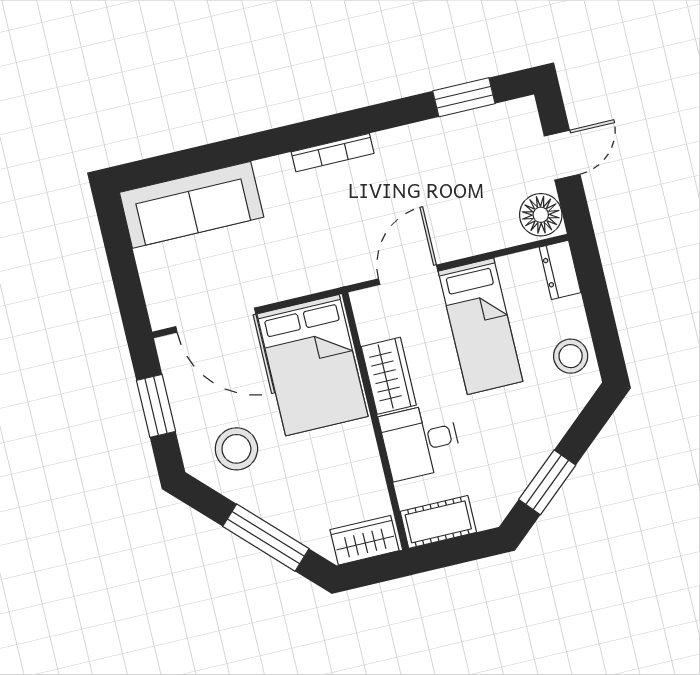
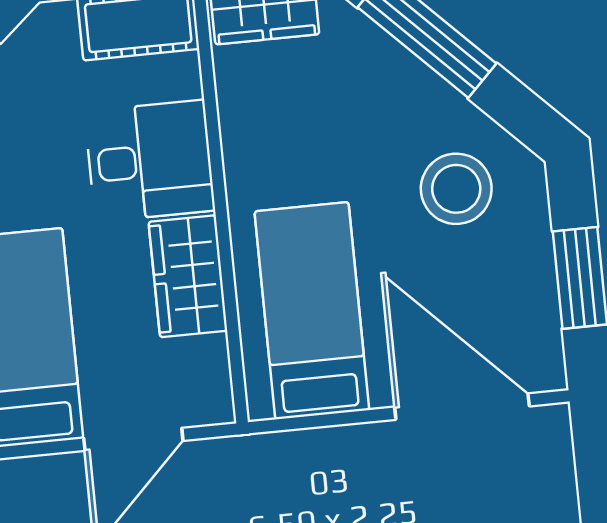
bed: (312, 365) -> (312, 311), width x0.67

